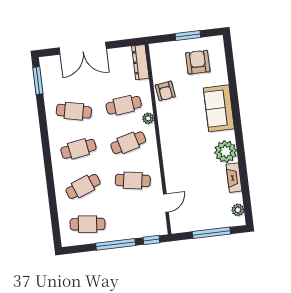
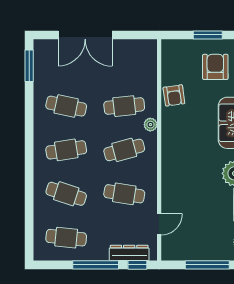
dresser: (140, 62) -> (129, 253), moved, turned 90
cafe table: (83, 186) -> (66, 194), turned 39

